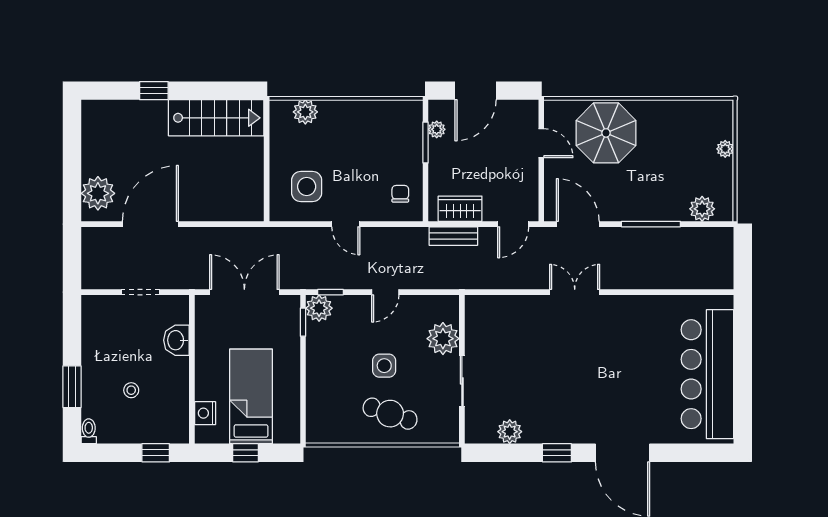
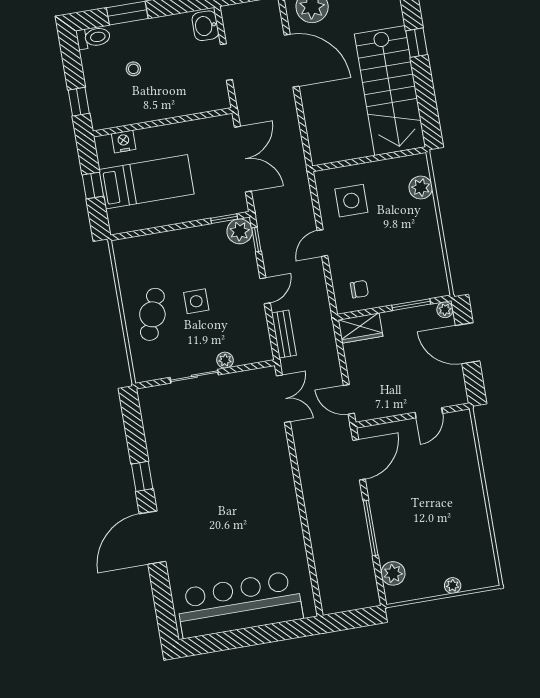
stairs: (216, 118) -> (390, 90), width x1.36, depth x1.51
plant: (437, 129) -> (445, 310), moved
parasol: (606, 133) -> (449, 472), removed
wardrobe: (460, 209) -> (360, 328), moved, turned 90
bench: (453, 236) -> (284, 334), moved
door: (385, 292) -> (265, 291), swing flipped
double door: (575, 292) -> (283, 399), moved
plant: (443, 339) -> (225, 360), width x0.53, depth x0.53
washbasin: (176, 340) -> (205, 26), moved, turned -90
toilet: (89, 431) -> (93, 38), width x1.37, depth x1.39
plant: (510, 432) -> (154, 429), removed

